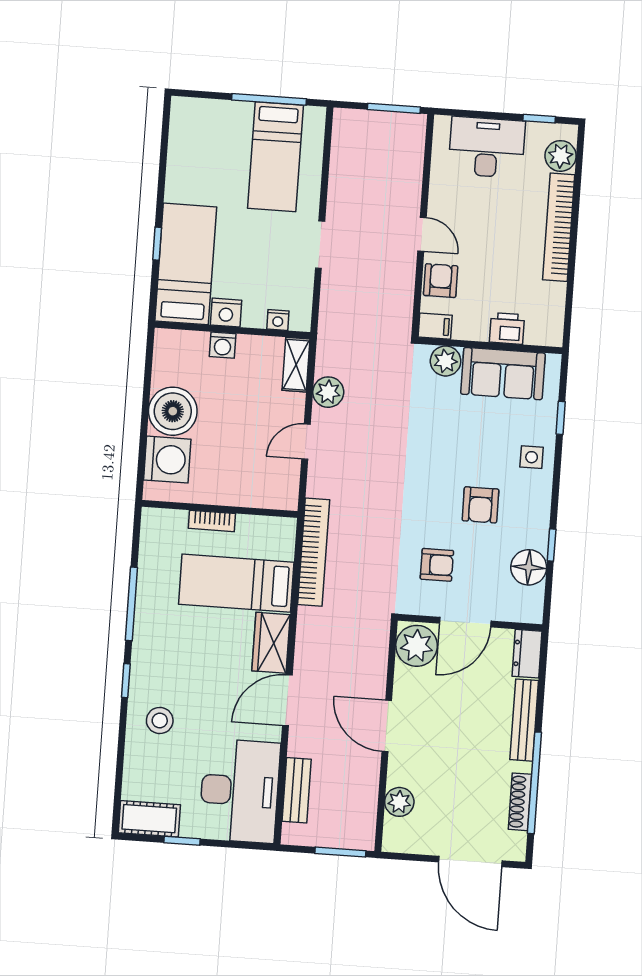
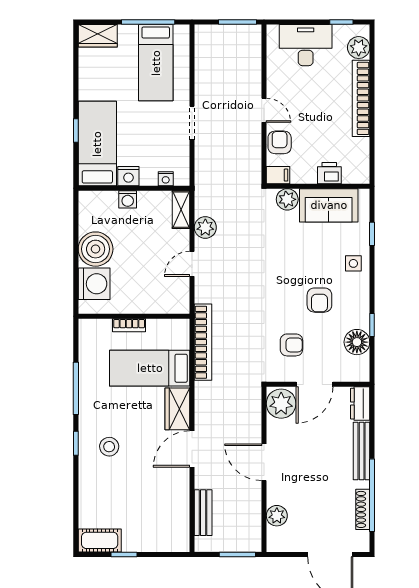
wardrobe: (197, 113) -> (98, 36), added
stool: (160, 721) -> (109, 447), moved
desk: (240, 791) -> (162, 516), removed

